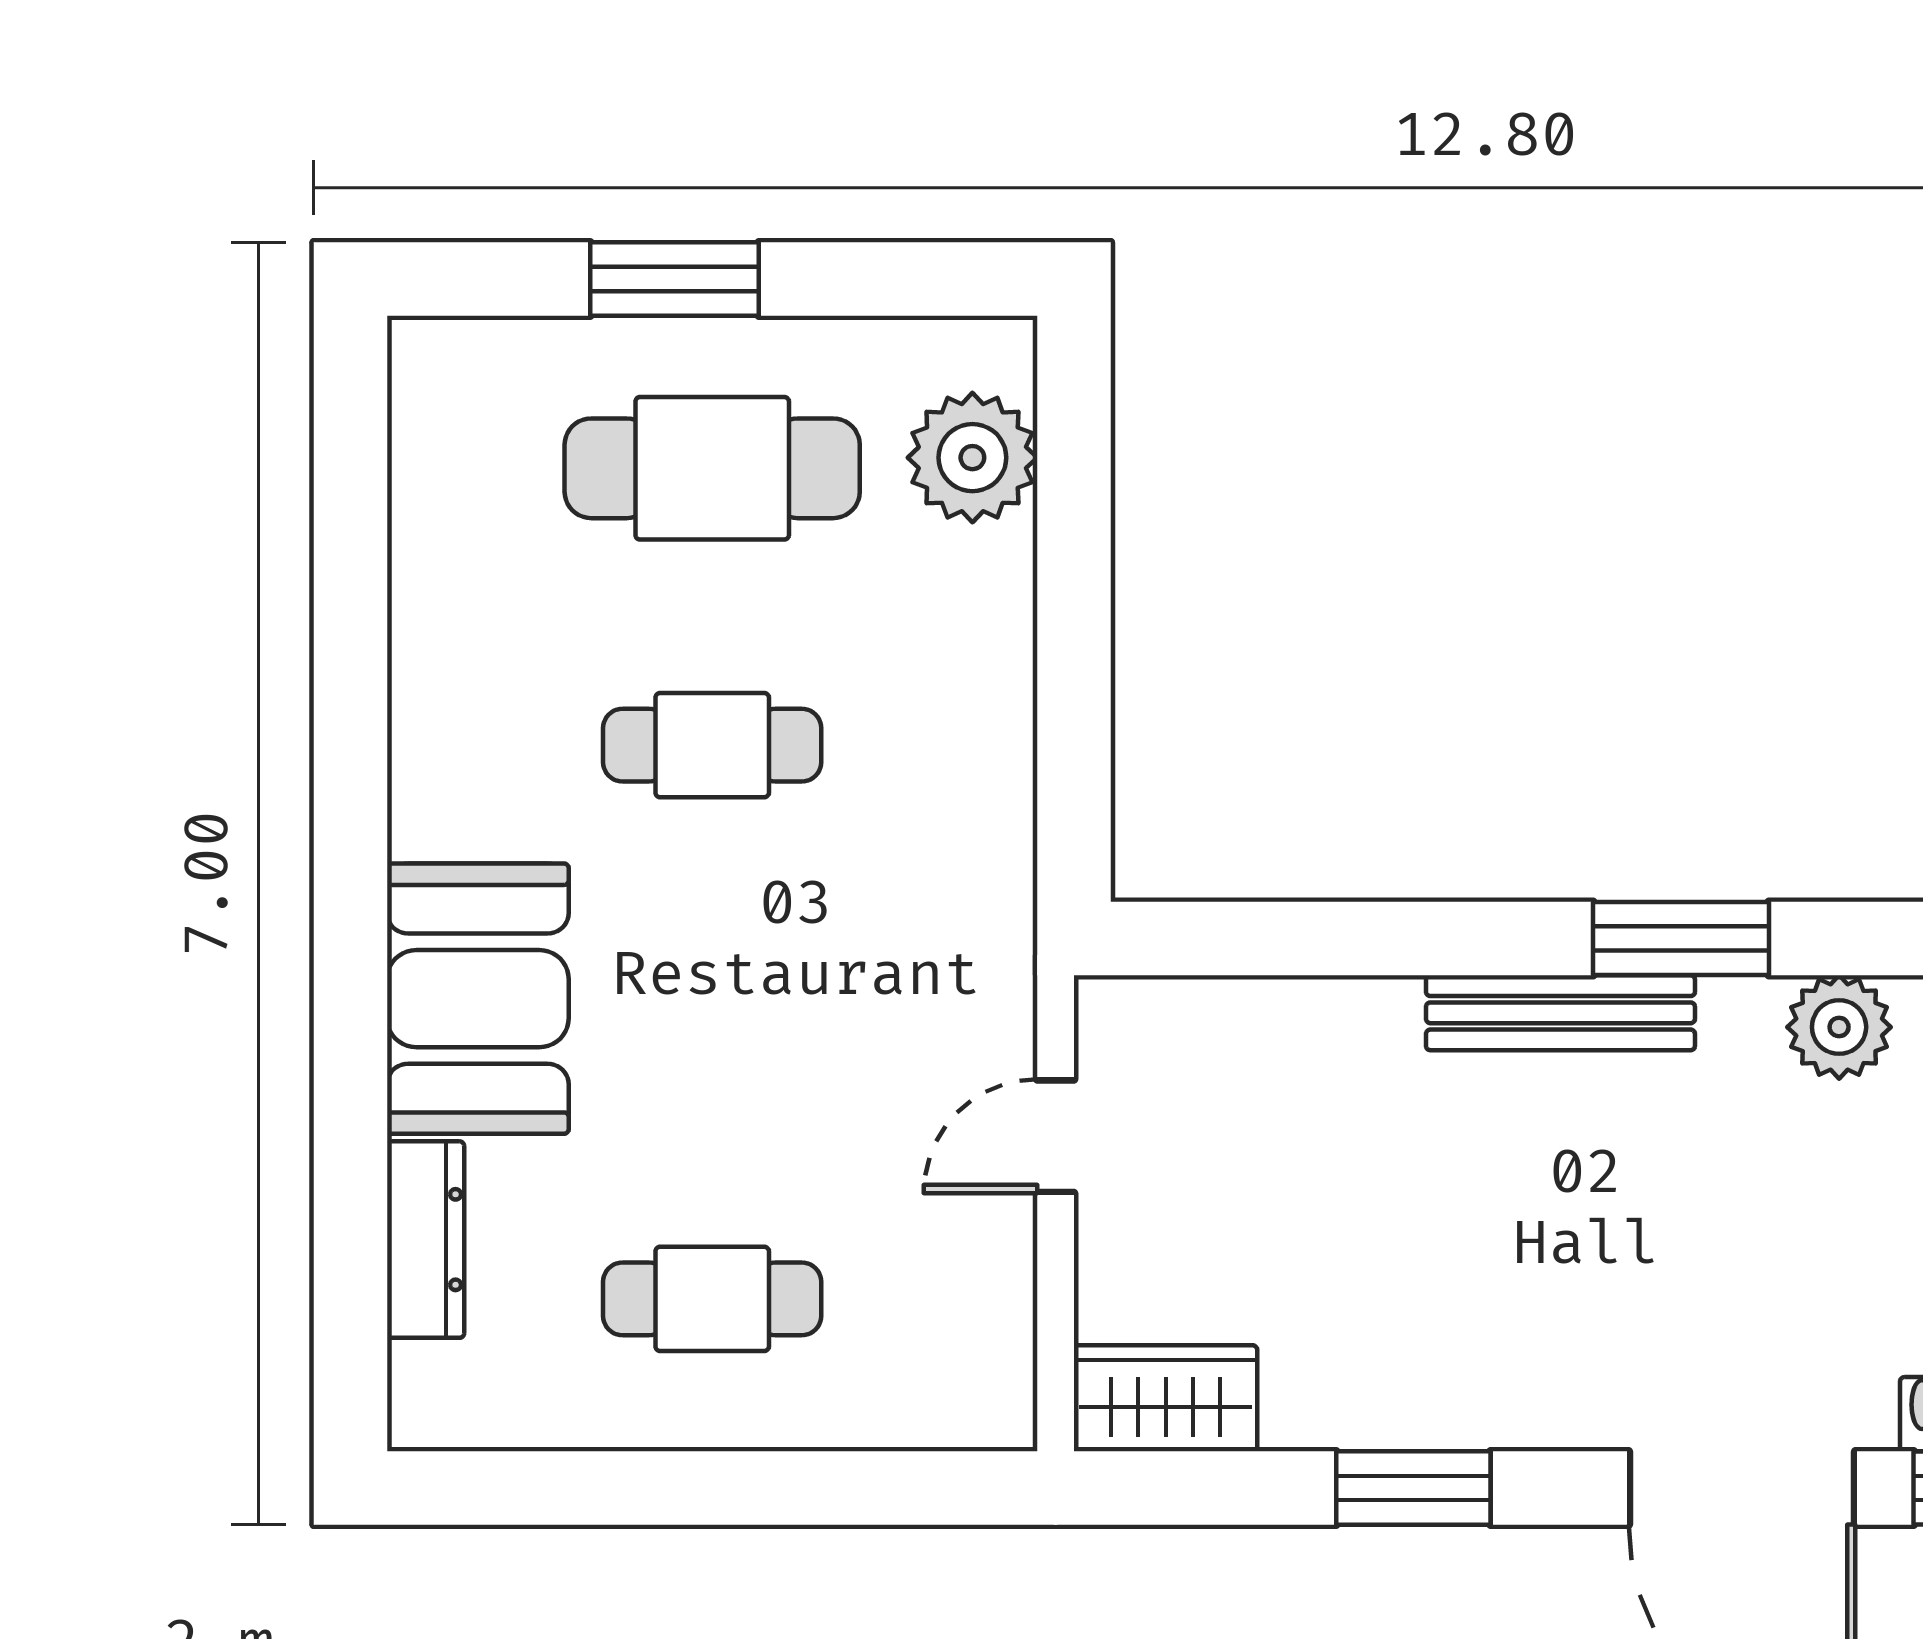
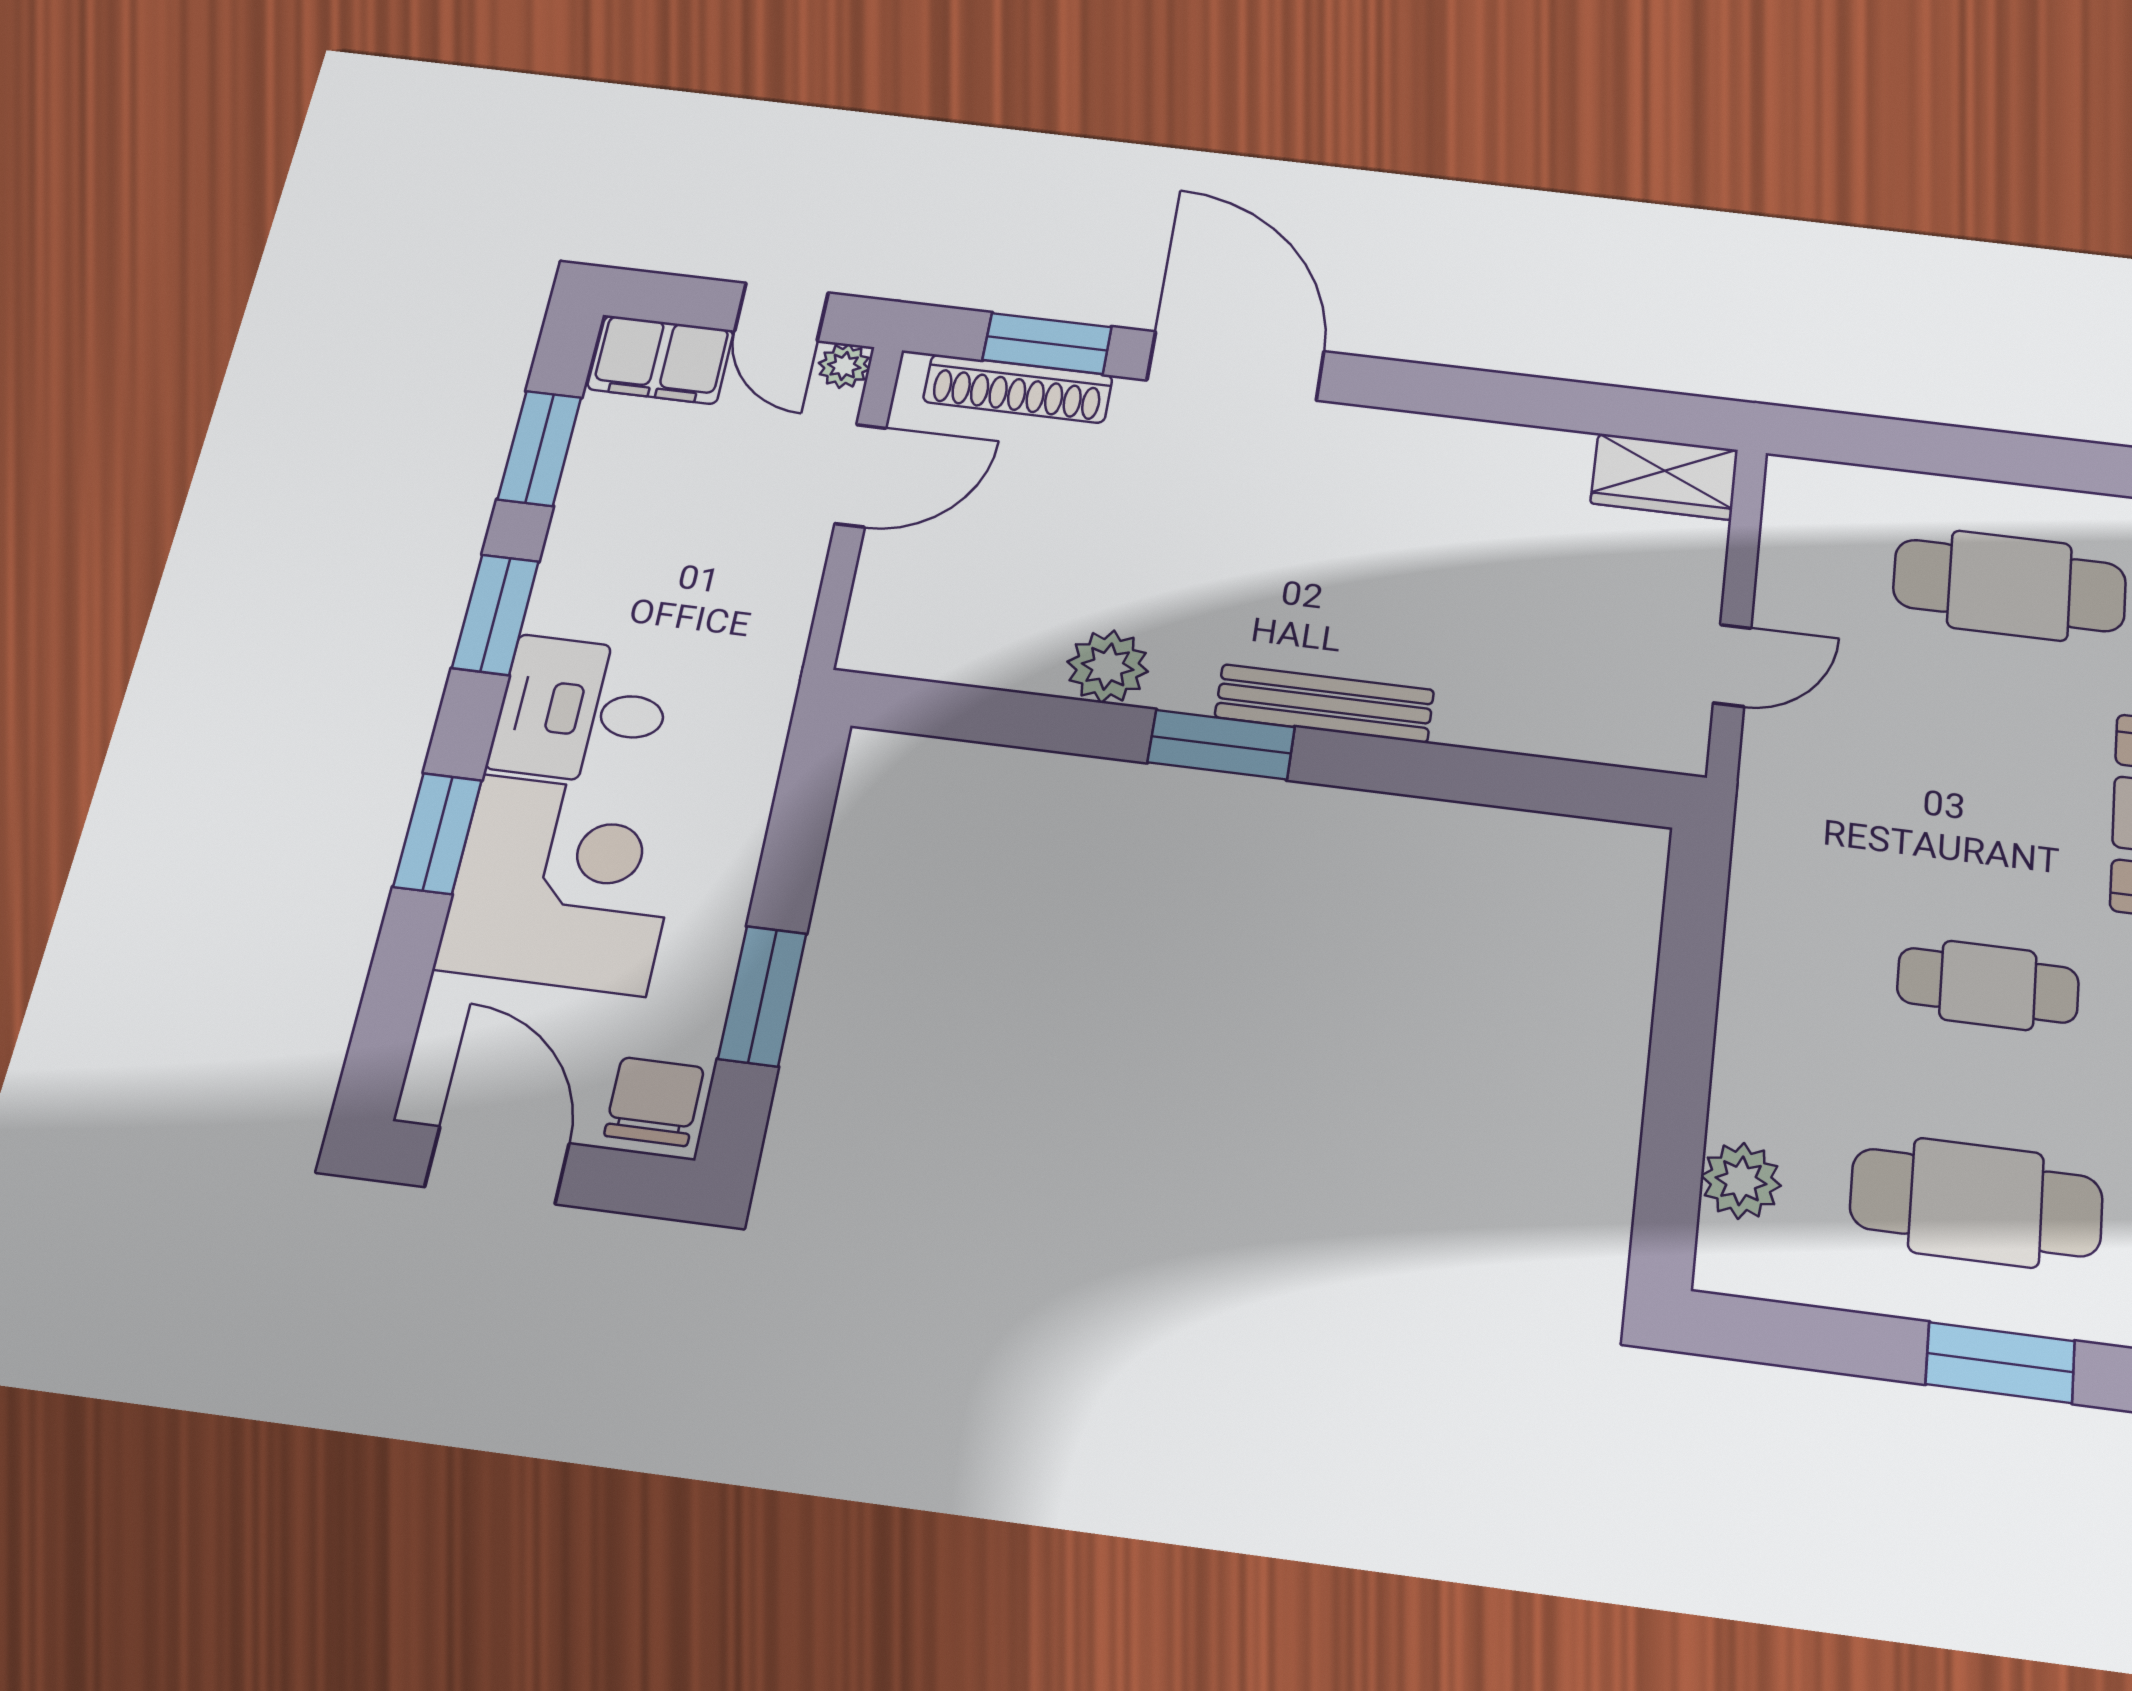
plant: (972, 458) -> (1741, 1181), width x0.73, depth x0.73
cafe table: (712, 1299) -> (2009, 585), width x1.37, depth x1.35
window: (1413, 1488) -> (1483, 395), removed

